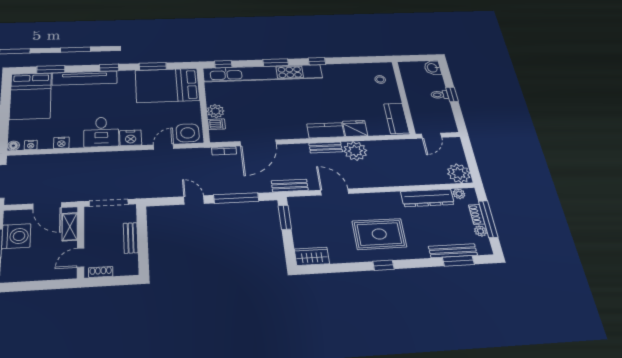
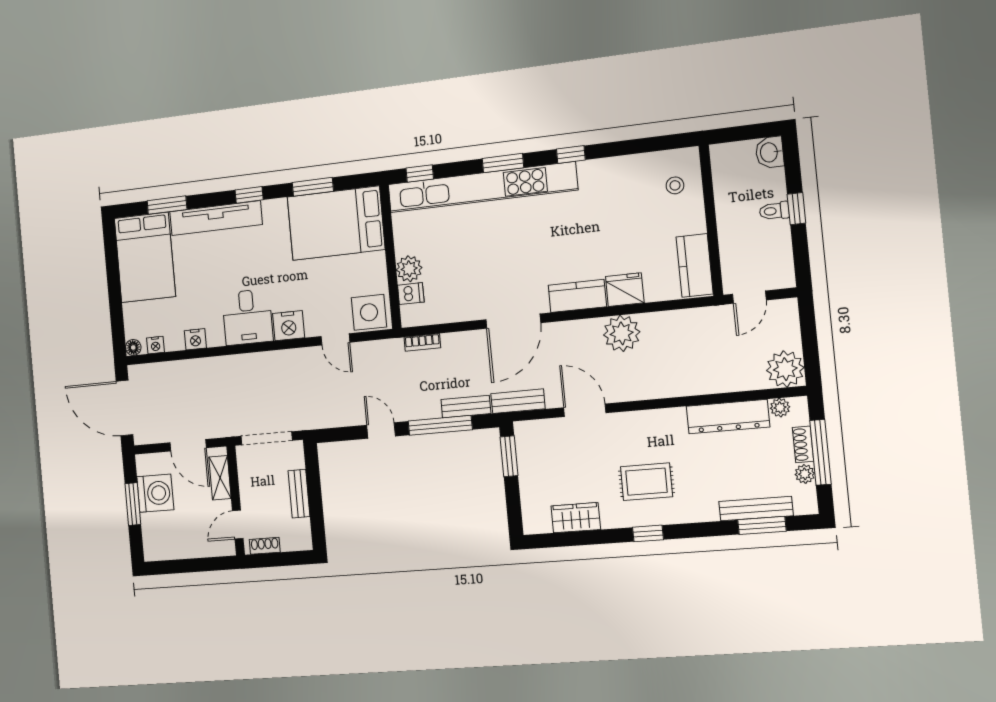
door: (258, 143) -> (513, 321), moved
door: (163, 147) -> (335, 339), swing flipped
bench: (326, 148) -> (466, 407), moved
rug: (379, 234) -> (646, 482), width x0.73, depth x0.70
wardrobe: (312, 256) -> (576, 518), moved

